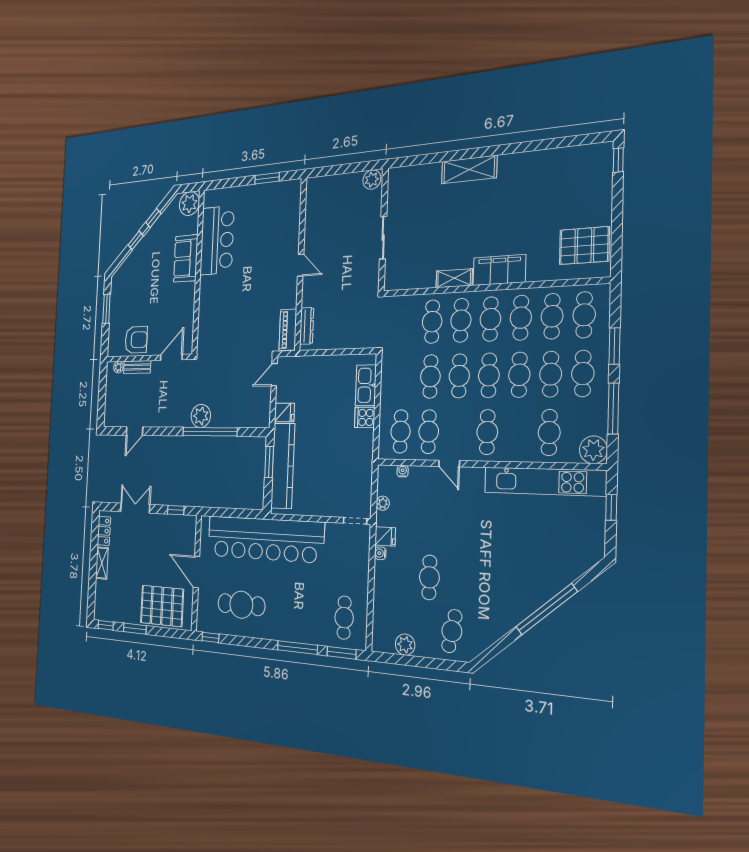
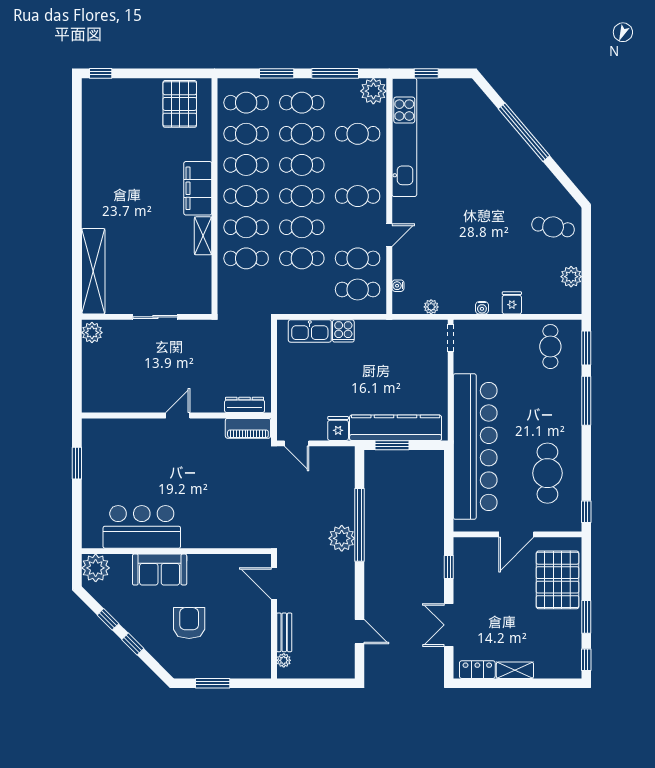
shelving: (469, 170) -> (93, 271), moved, width x1.47
armchair: (136, 340) -> (189, 623), moved
fridge: (385, 536) -> (512, 303), moved
cafe table: (429, 577) -> (503, 253), removed
cafe table: (344, 618) -> (550, 347), turned 90

